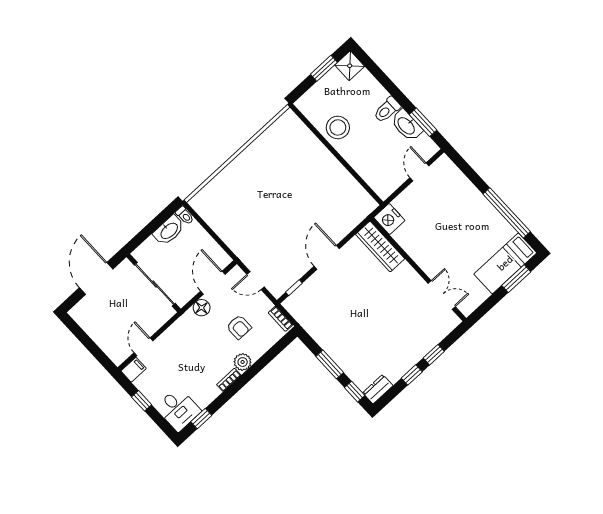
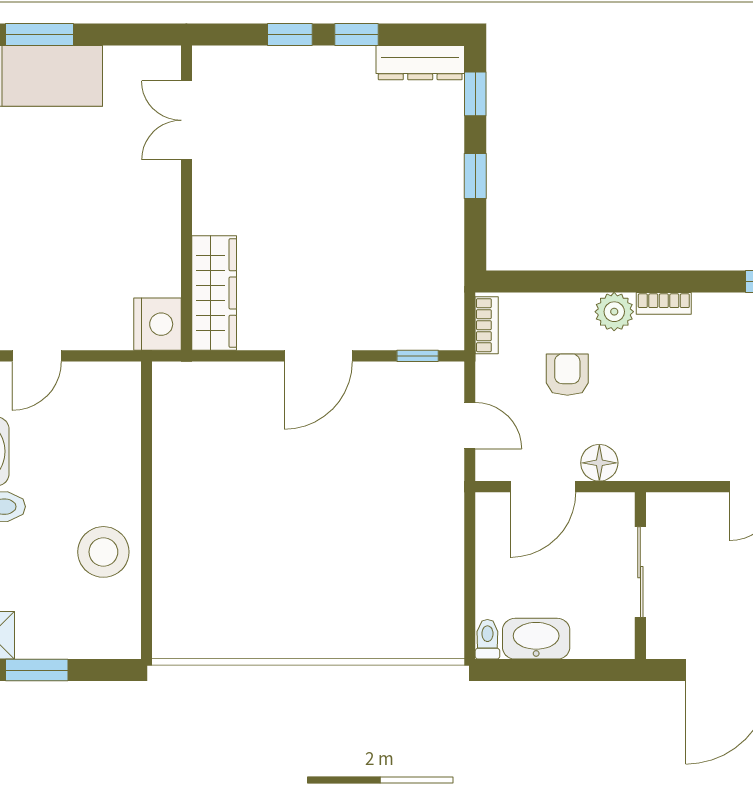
sliding door: (155, 284) -> (640, 572), width x0.73
window: (330, 364) -> (475, 176), width x0.67
dresser: (378, 389) -> (420, 63), width x1.44

